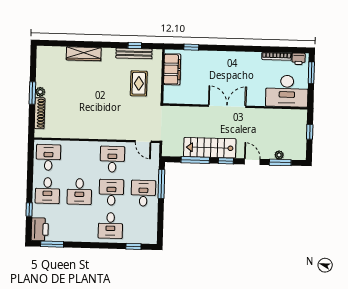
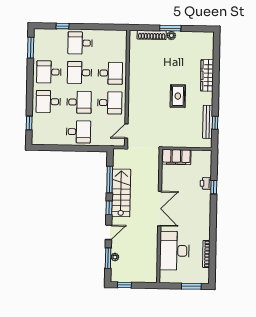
window: (191, 47) -> (214, 187), moved
printer: (299, 59) -> (206, 183), moved
filing cabinet: (172, 69) -> (176, 157), moved
rug: (139, 83) -> (178, 96), moved, turned 90
desk: (287, 91) -> (174, 251), moved
window: (310, 132) -> (124, 285), moved
desk: (48, 157) -> (110, 73), moved
window: (161, 184) -> (87, 148), removed
desk: (78, 225) -> (49, 72), added
printer: (40, 229) -> (44, 36), removed

